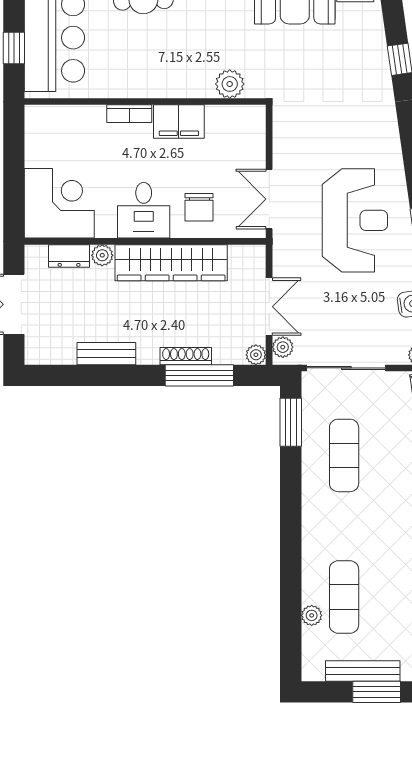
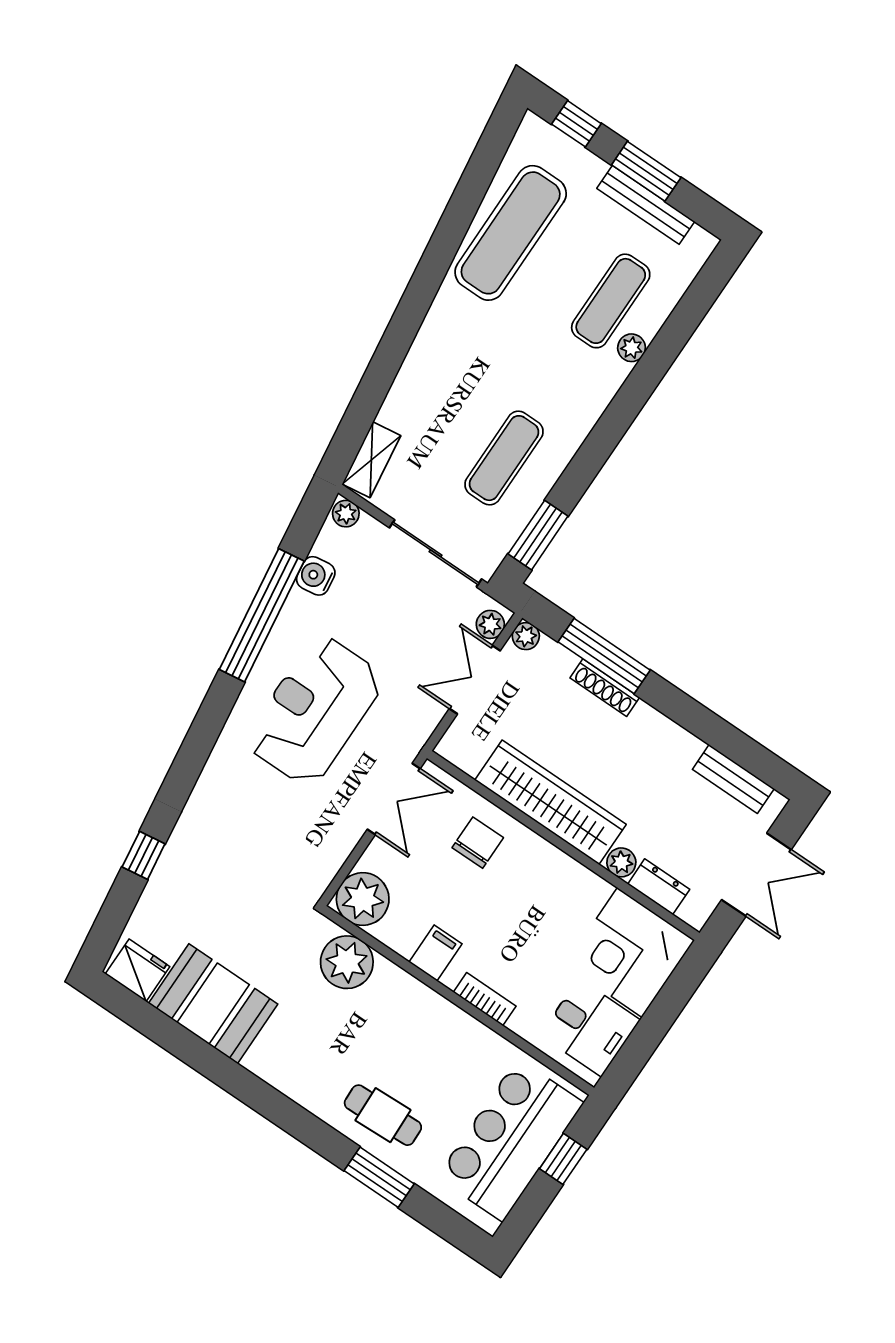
plant: (230, 84) -> (347, 962), width x1.36, depth x1.36
filing cabinet: (179, 122) -> (435, 953), width x0.50
plant: (246, 124) -> (363, 899), added
desk: (144, 210) -> (590, 1028), moved, turned 90
bench: (106, 354) -> (733, 779), moved
plant: (312, 615) -> (632, 348), moved

